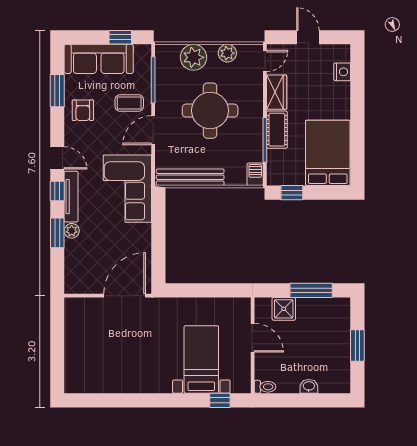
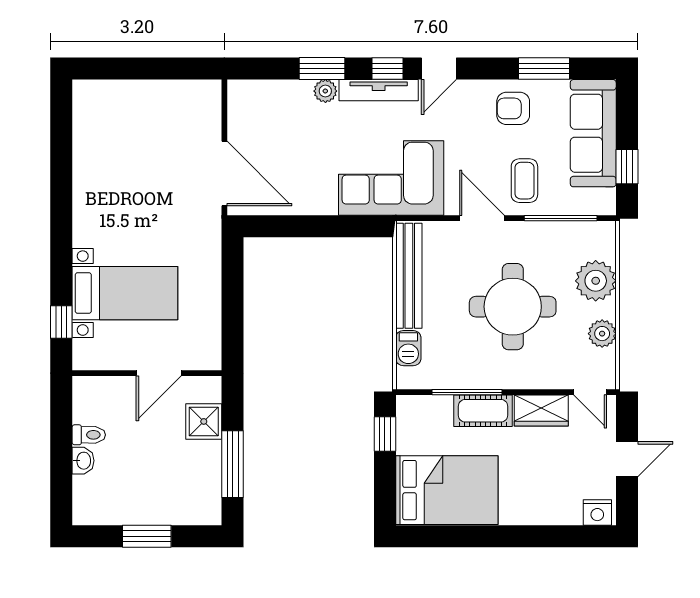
nightstand: (342, 72) -> (597, 513), moved
barbecue: (255, 174) -> (408, 348), moved, turned 90
toilet: (265, 387) -> (89, 435), moved, turned -90

